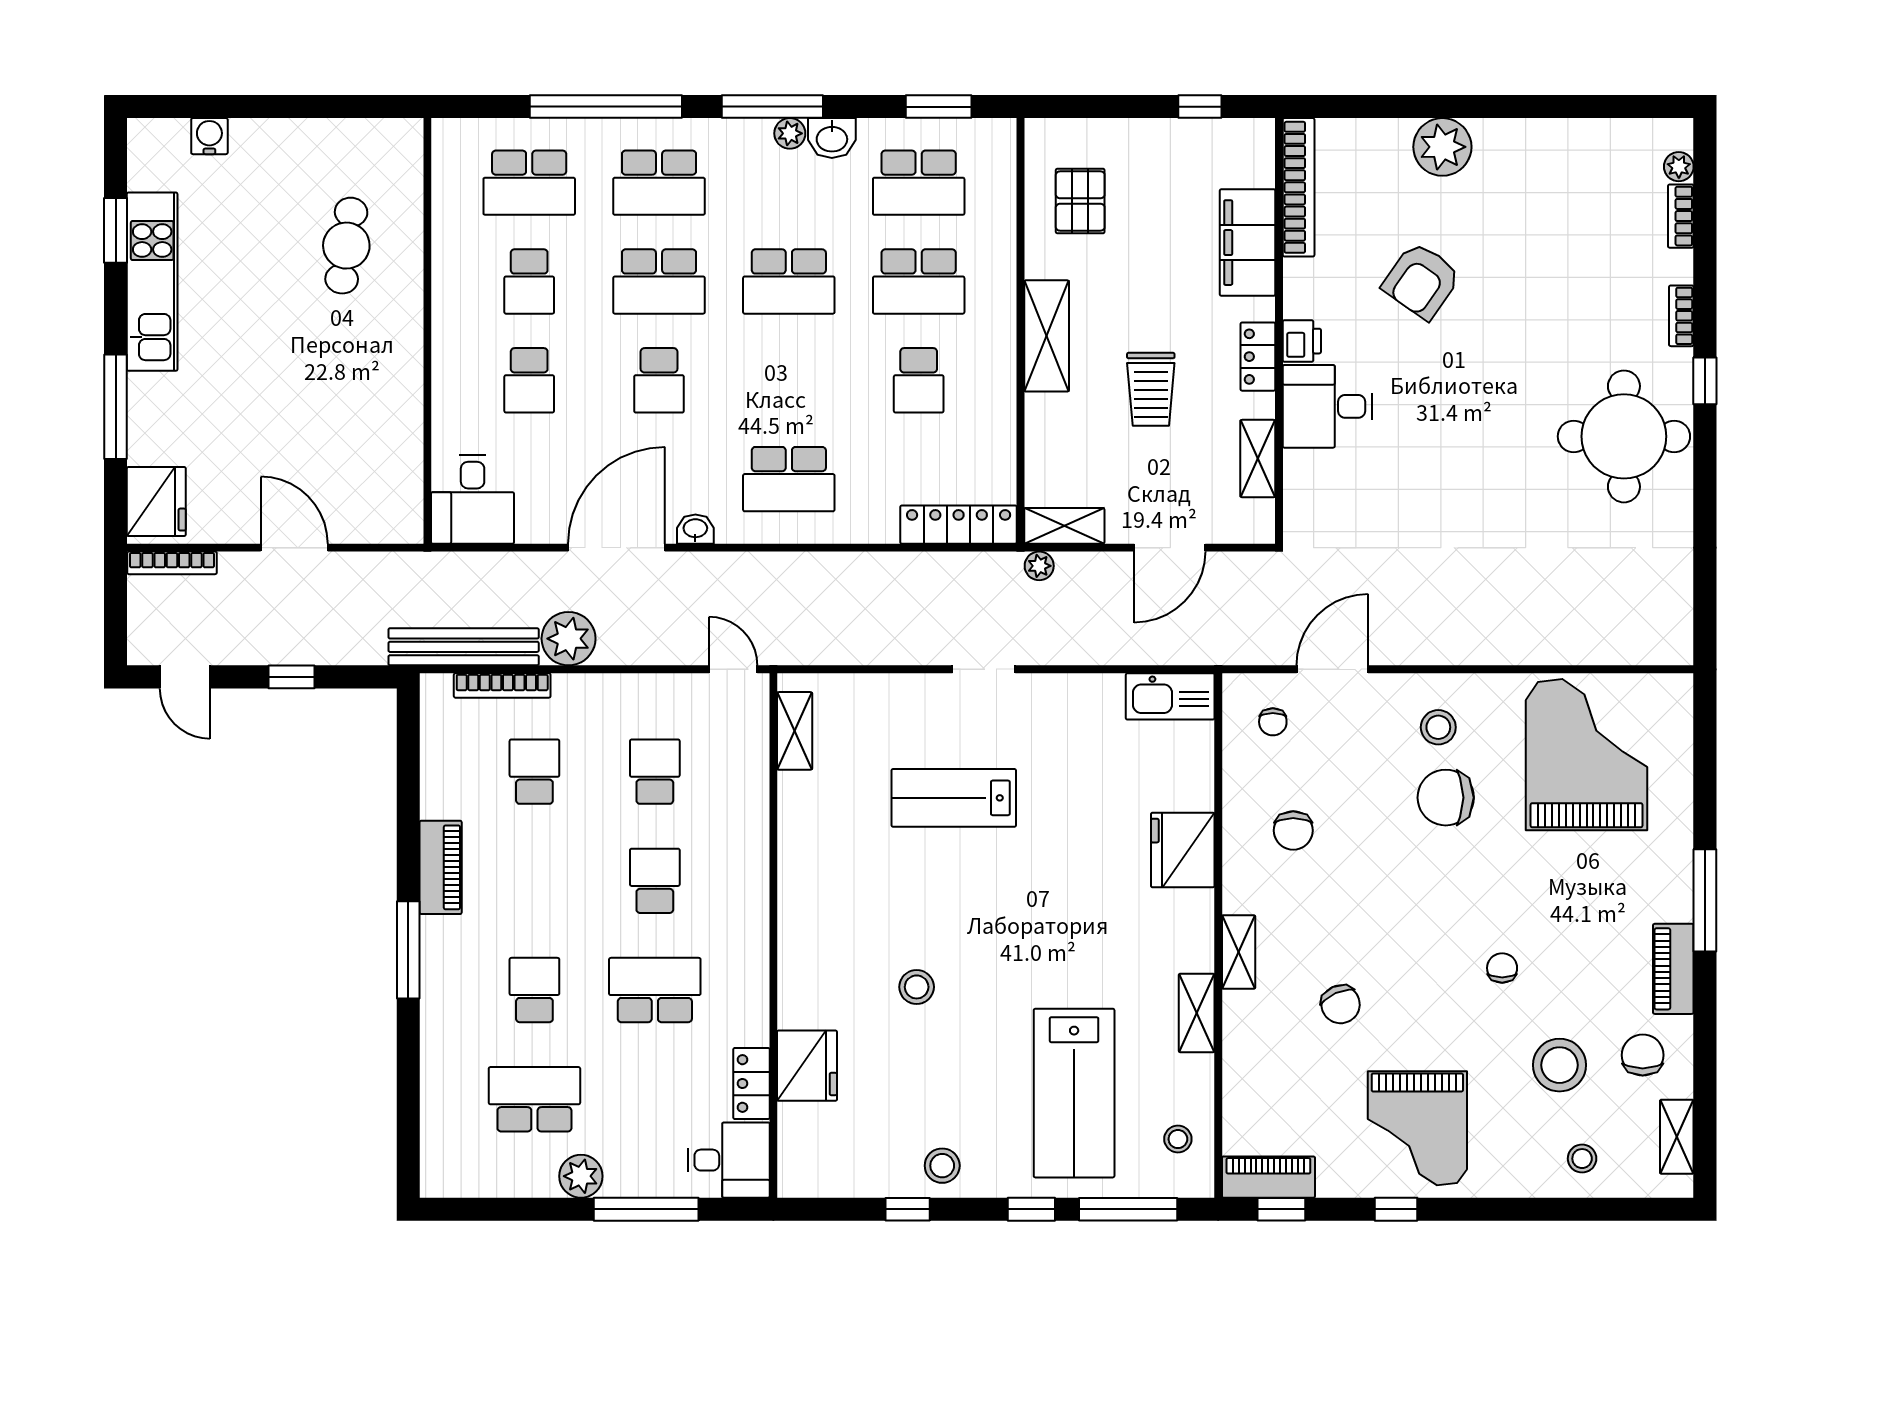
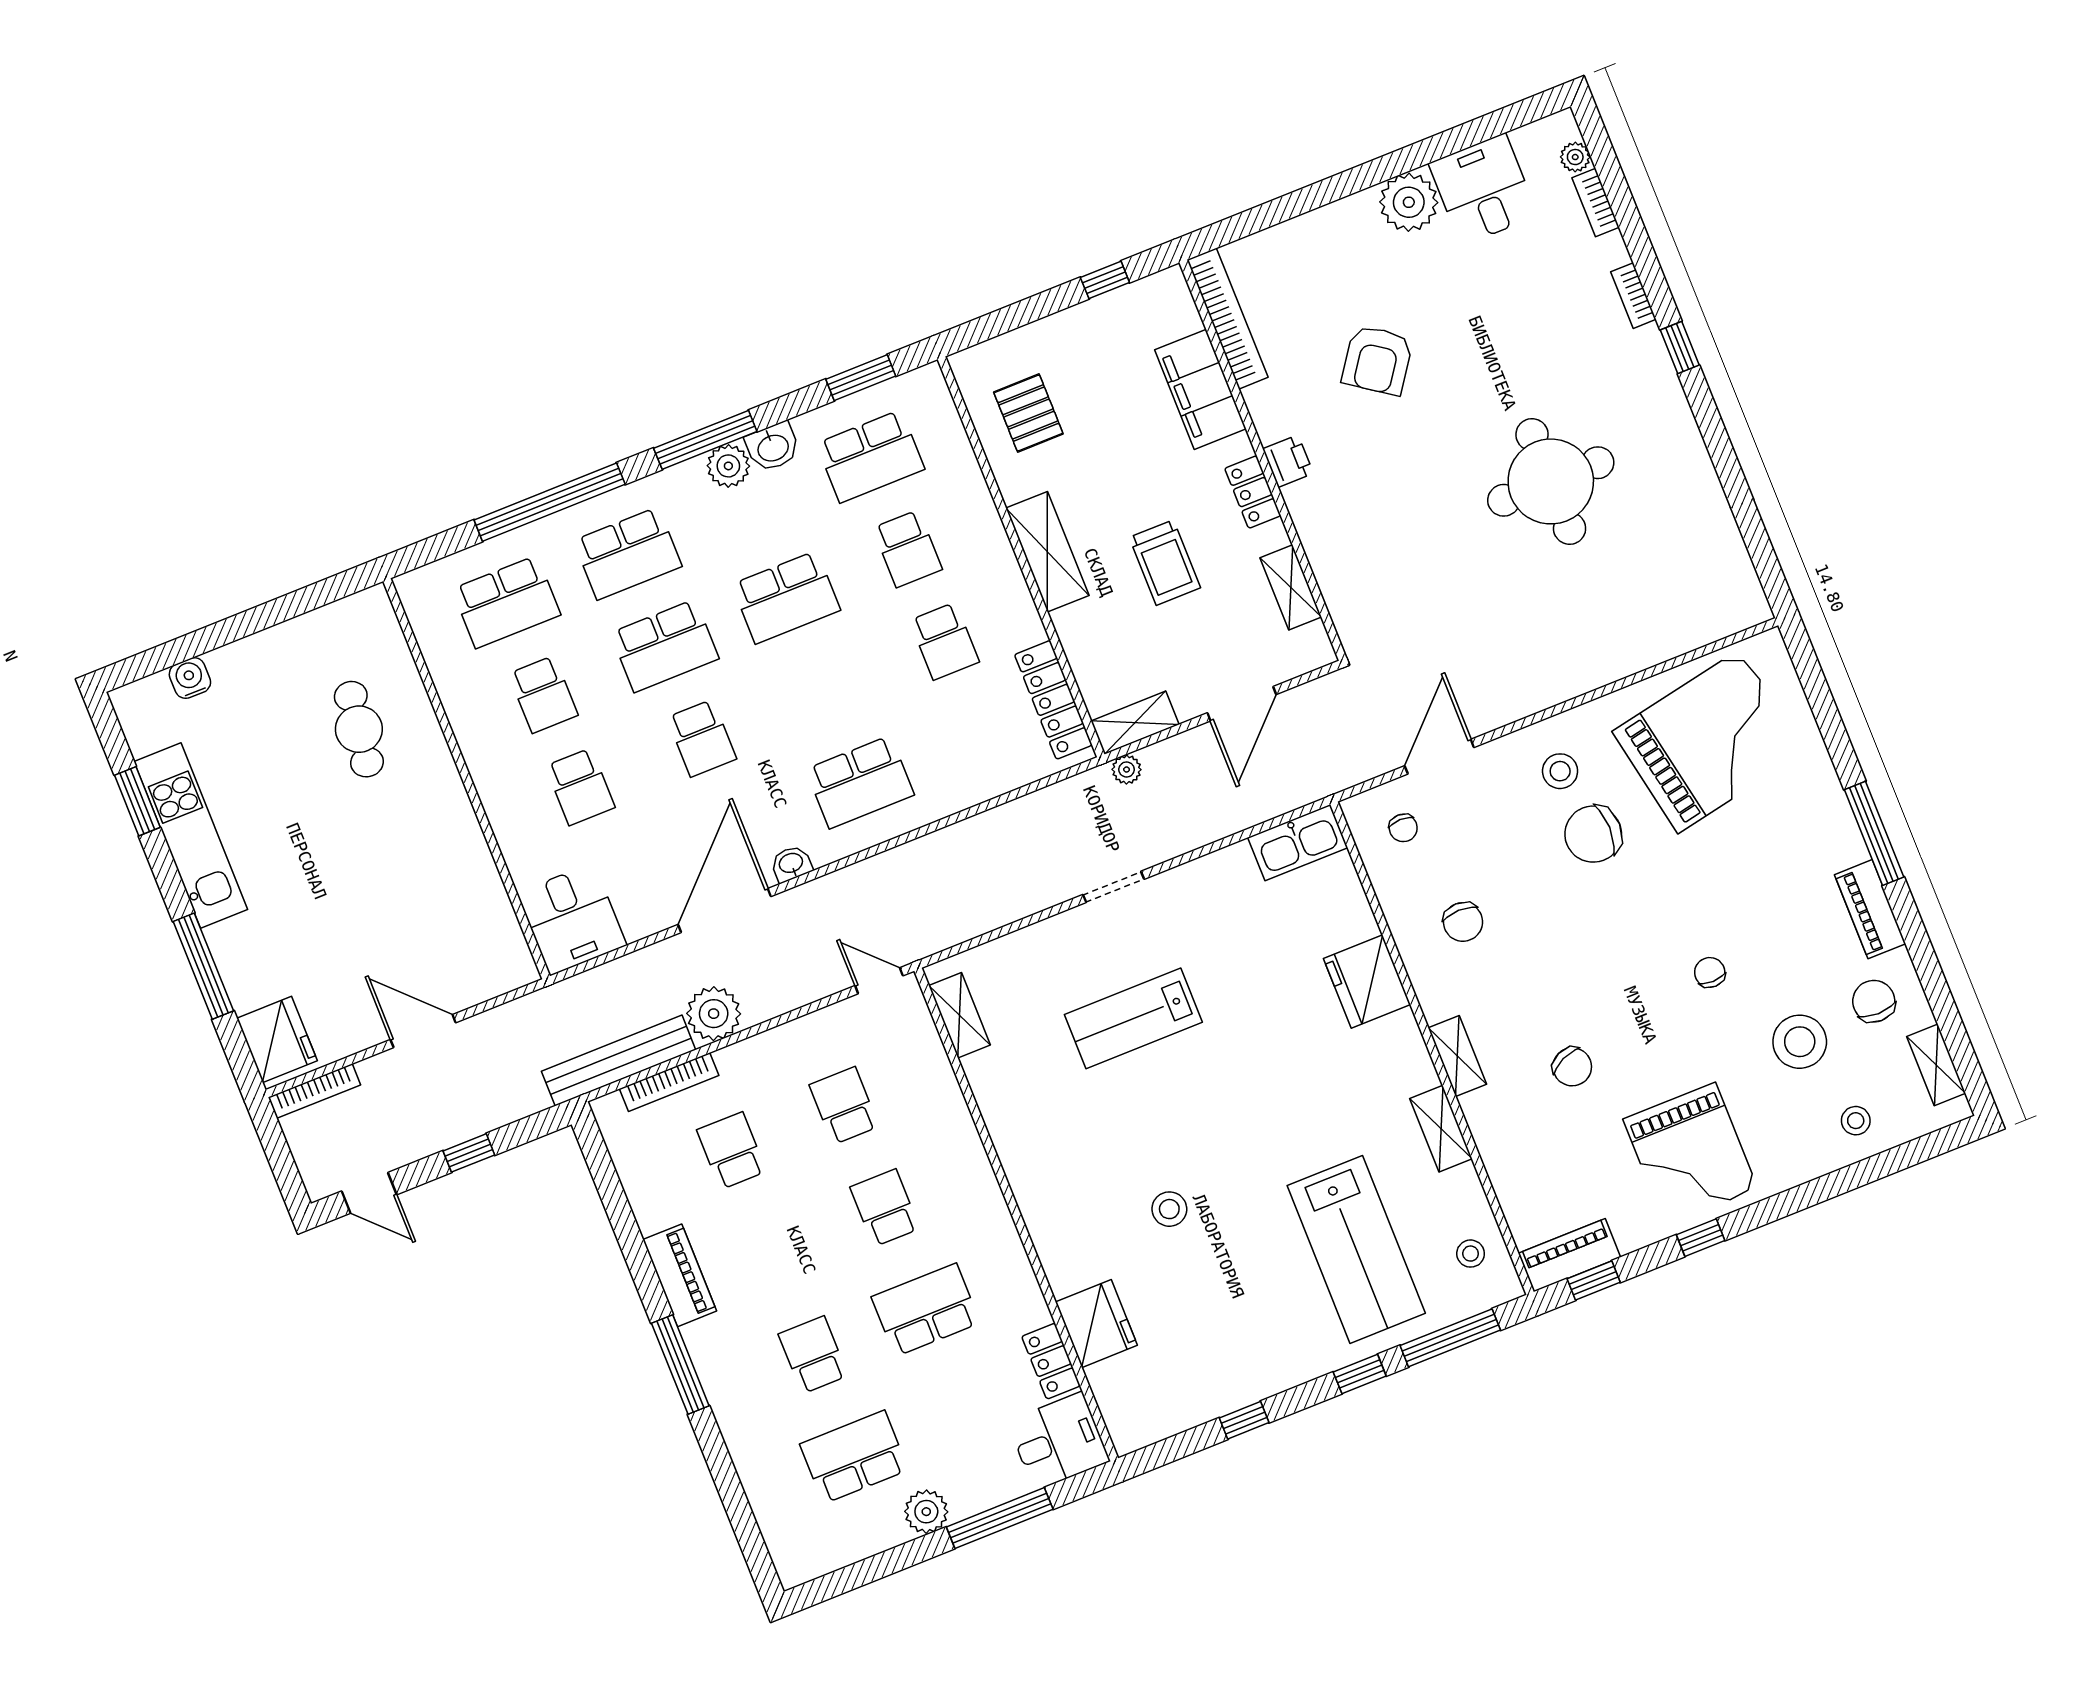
plant: (790, 133) -> (728, 466), width x1.38, depth x1.38
plant: (1442, 147) -> (1409, 202), moved
school desk: (919, 281) -> (907, 549), width x0.54
desk: (1328, 406) -> (1483, 189), moved, turned 90
round table: (1624, 436) -> (1551, 481), moved
locker: (959, 525) -> (1053, 700), moved, turned -90
grand piano: (1587, 755) -> (1709, 741), turned 79
stool: (942, 1166) -> (1260, 1367), removed

